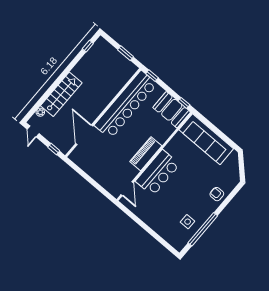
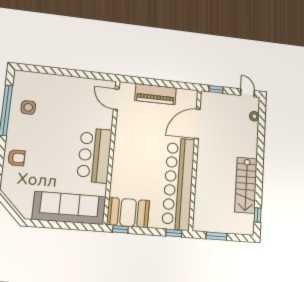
stairs: (61, 94) -> (246, 185), moved
door: (84, 135) -> (197, 124), swing flipped
piano: (146, 154) -> (156, 94), moved, turned 90
bar counter: (158, 173) -> (94, 155), moved

